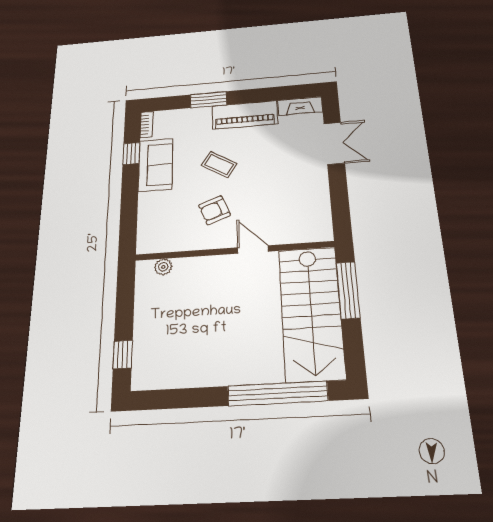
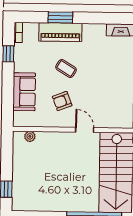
piano: (245, 115) -> (60, 32), moved
sofa: (156, 165) -> (24, 92), moved

